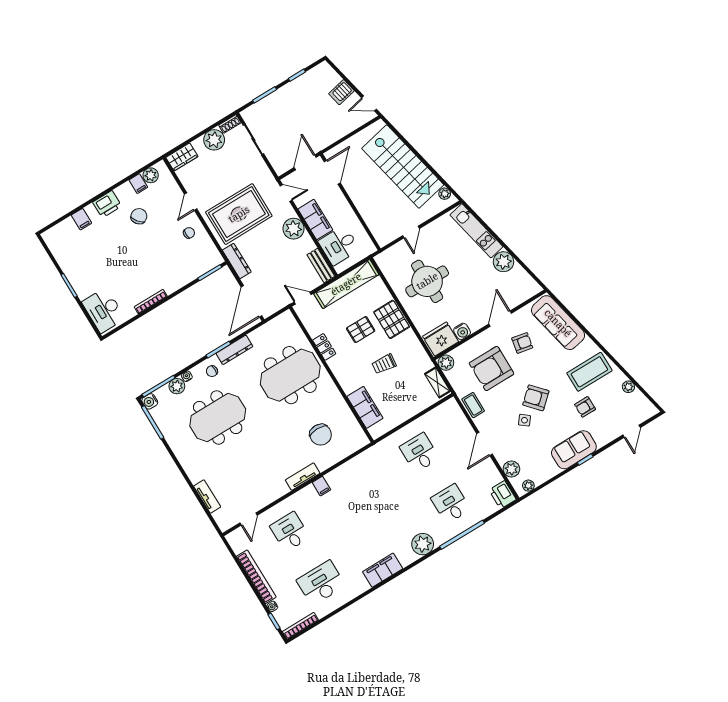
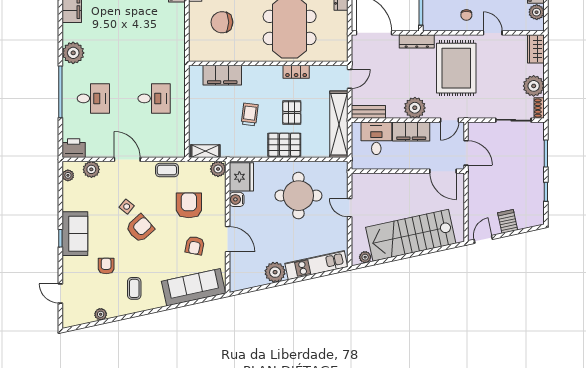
armchair: (492, 368) -> (189, 205), width x0.73, depth x0.73
coffee table: (589, 372) -> (134, 288), width x0.54, depth x0.58

